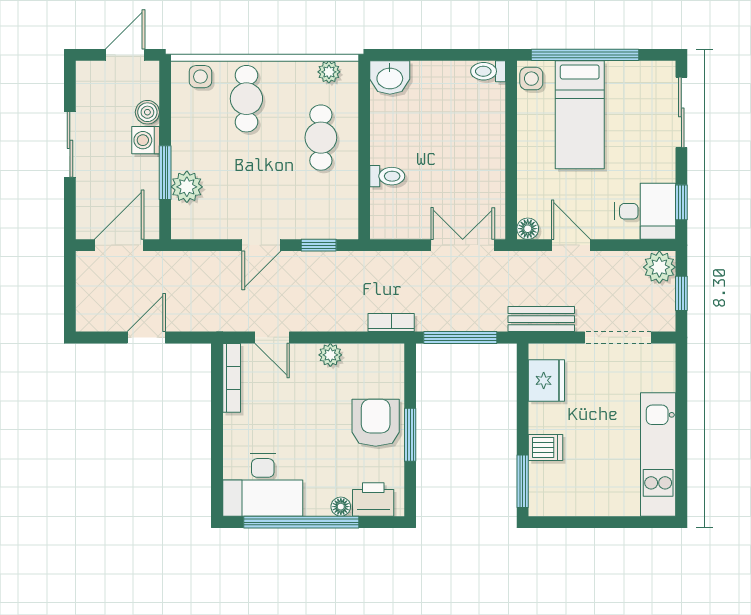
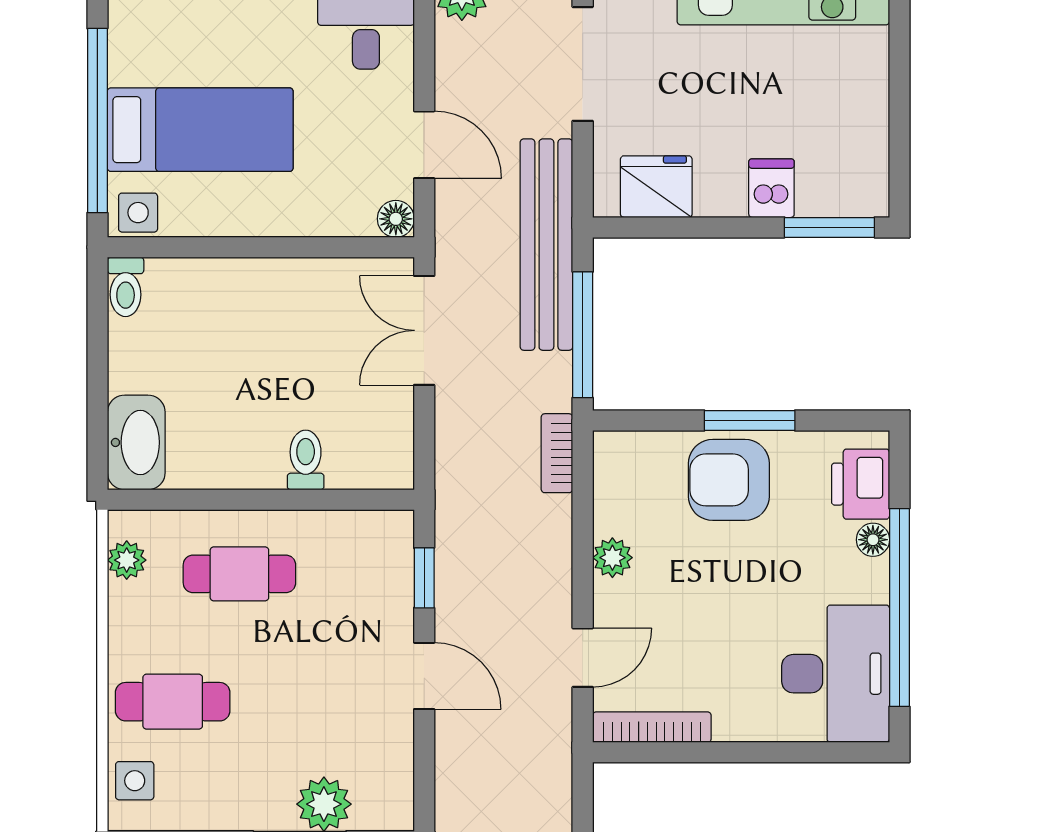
washbasin: (390, 77) -> (136, 442), width x1.38
door: (571, 245) -> (424, 145), swing flipped
bench: (541, 319) -> (546, 245), width x1.86, depth x1.21

